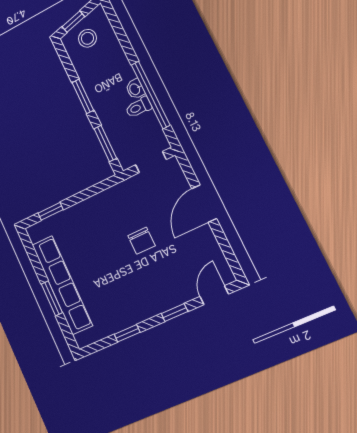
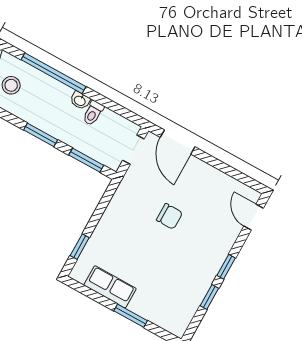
window: (151, 95) -> (53, 73), moved
door: (204, 204) -> (178, 142), moved
row of seats: (62, 285) -> (110, 287), width x0.50
window: (175, 313) -> (226, 267), moved

